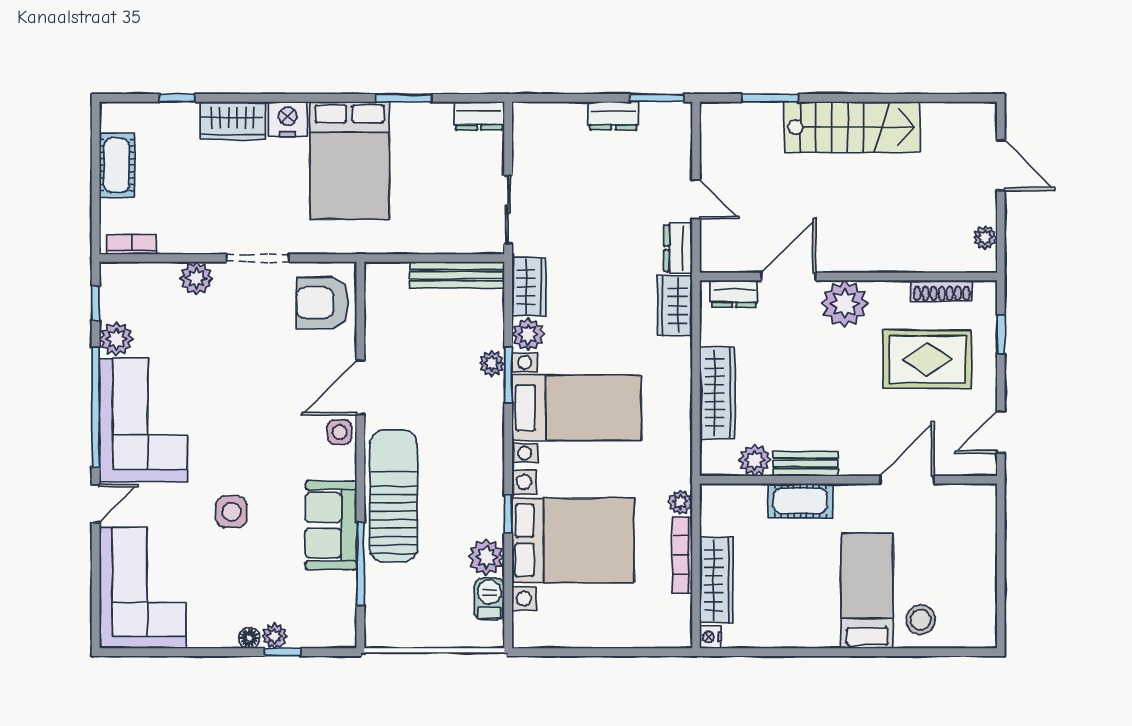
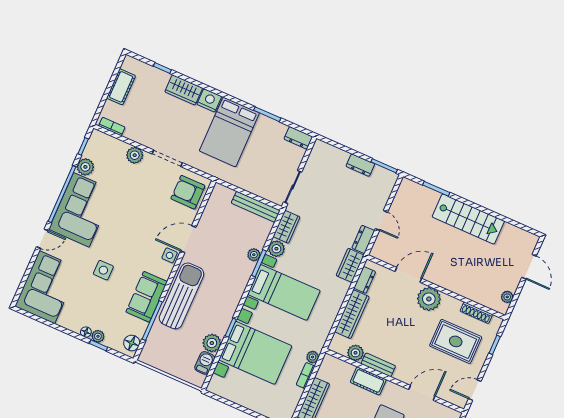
dresser: (734, 294) -> (365, 280), moved, turned -90
bookcase: (682, 555) -> (306, 376), width x0.64
floor lamp: (341, 621) -> (132, 343), added

